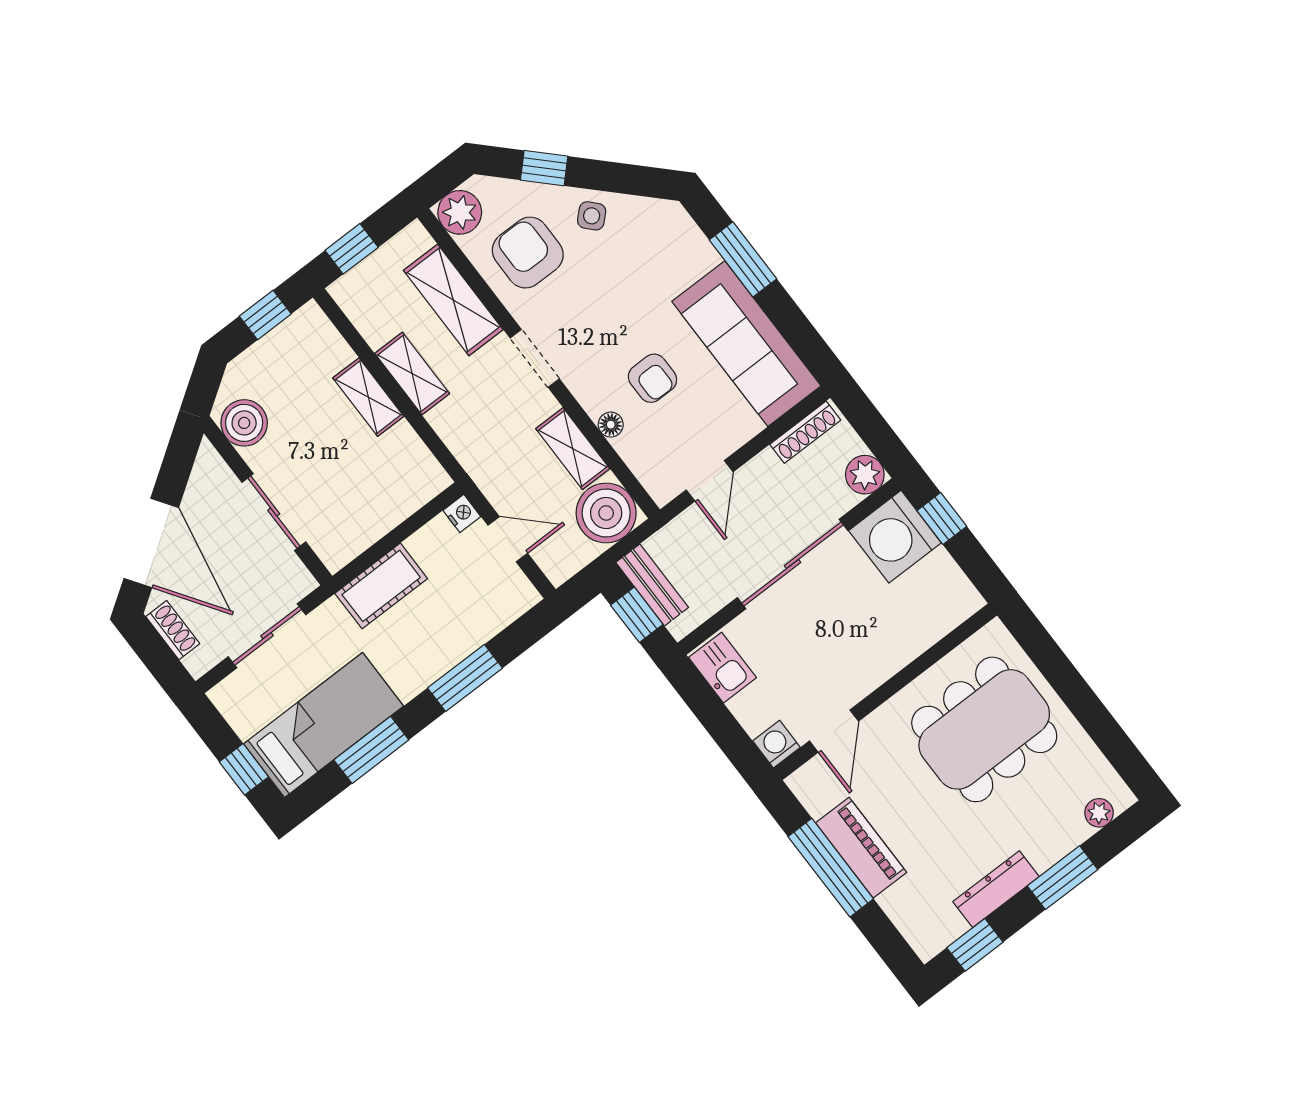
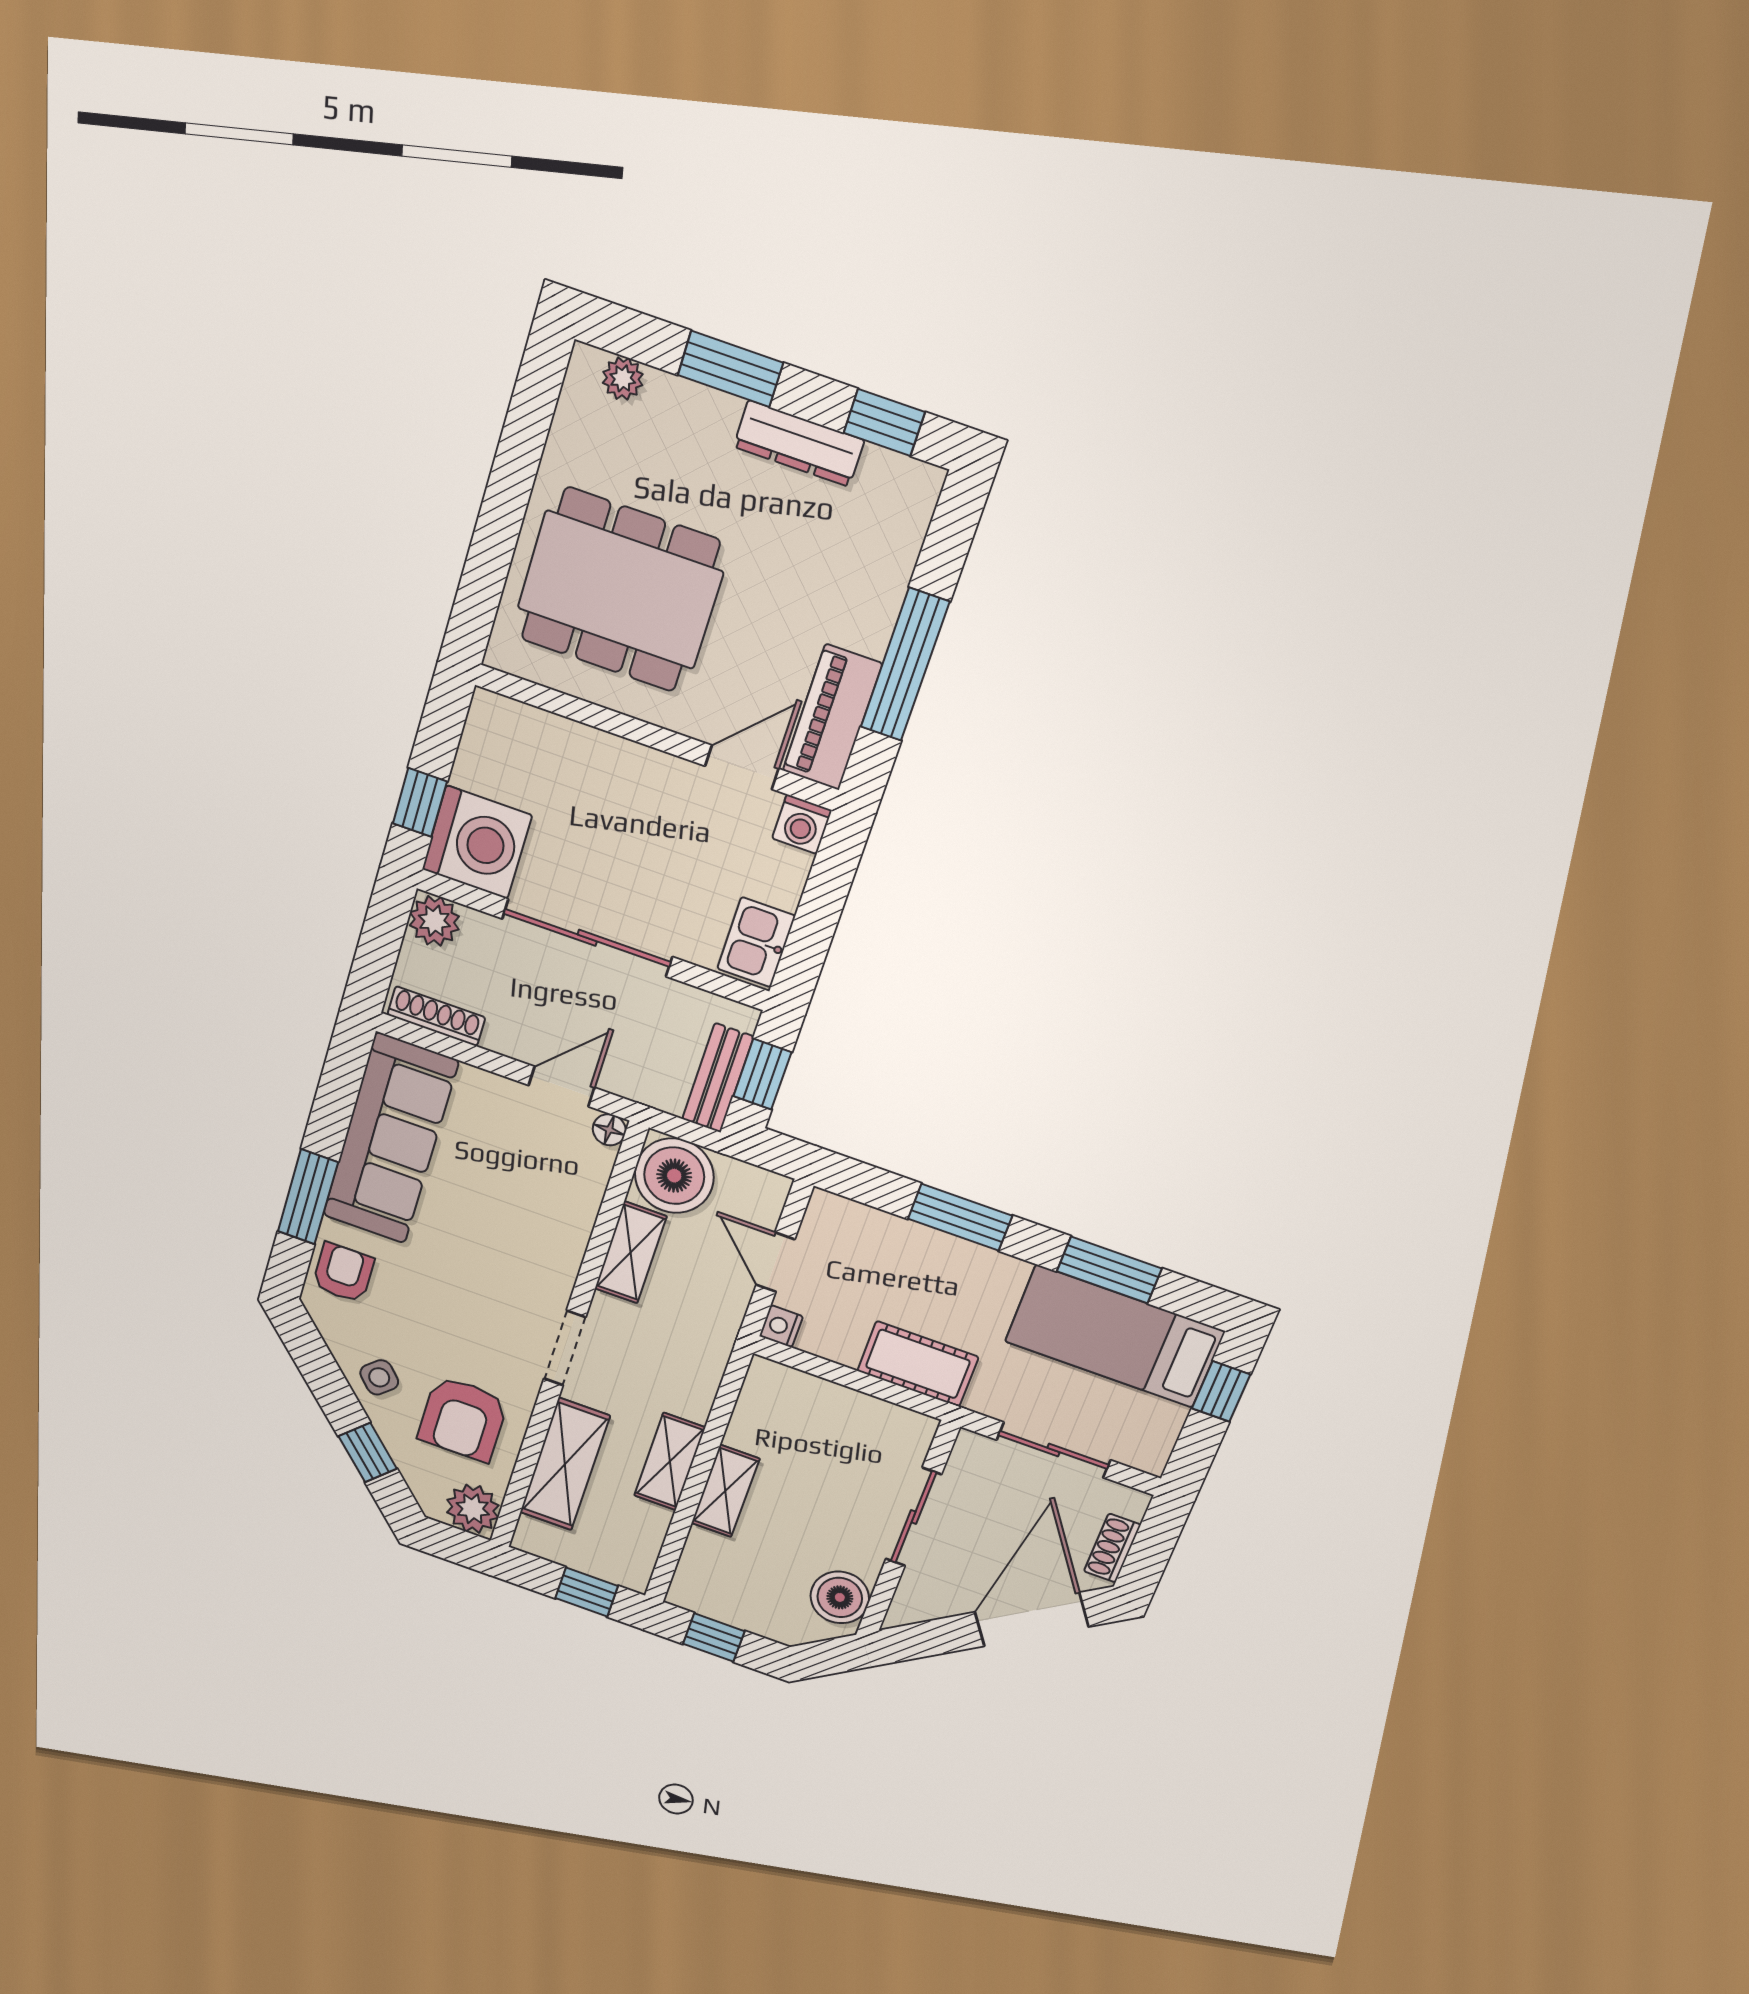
armchair: (652, 378) -> (343, 1273), moved
floor lamp: (611, 425) -> (609, 1130), moved
piano: (861, 848) -> (832, 717), moved

